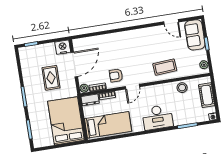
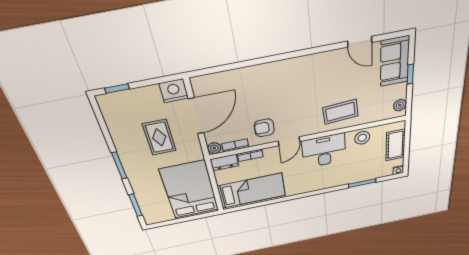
desk: (157, 117) -> (324, 151), moved, turned 180

